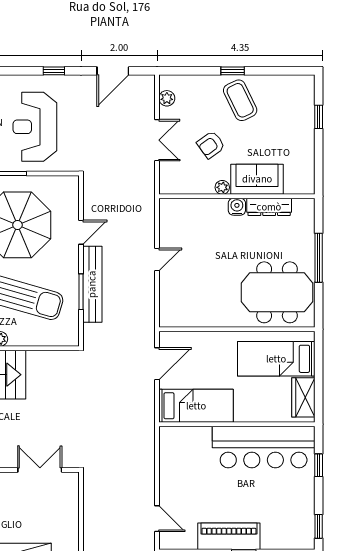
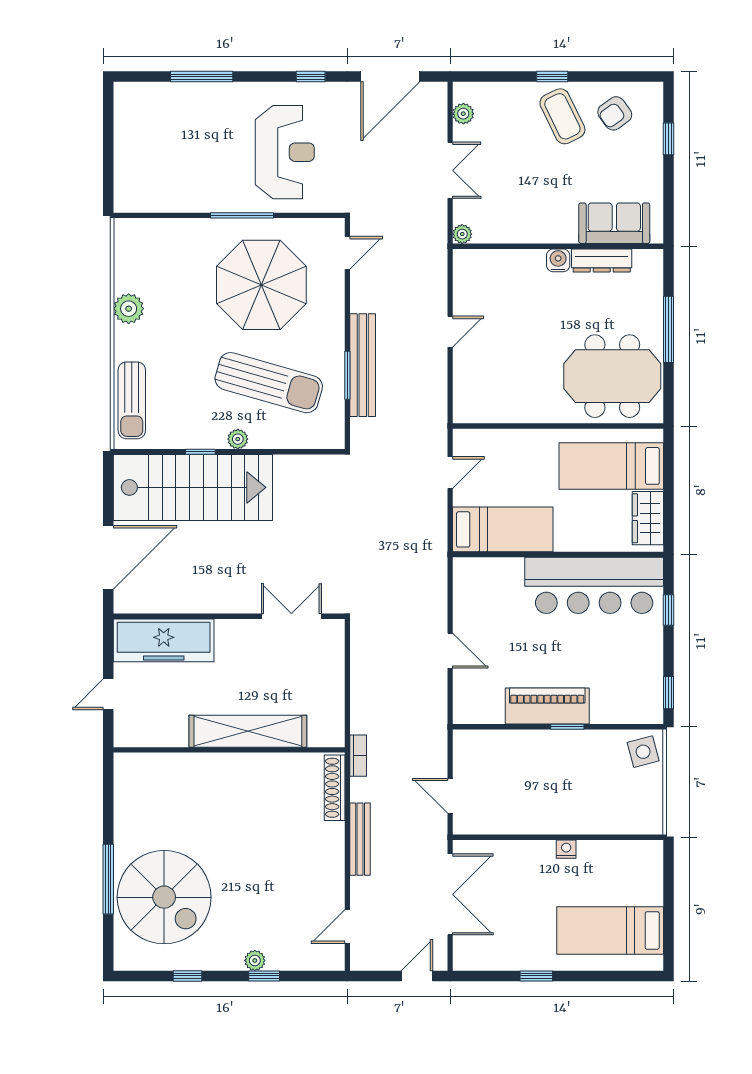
door: (113, 71) -> (390, 77), width x1.36
reception desk: (35, 127) -> (285, 152), turned 180
armchair: (211, 145) -> (615, 113), moved
sofa: (257, 179) -> (614, 223), moved
plant: (222, 187) -> (462, 234), moved
door: (81, 232) -> (347, 253), moved
door: (157, 364) -> (450, 473), width x0.73
door: (157, 519) -> (450, 651), moved

